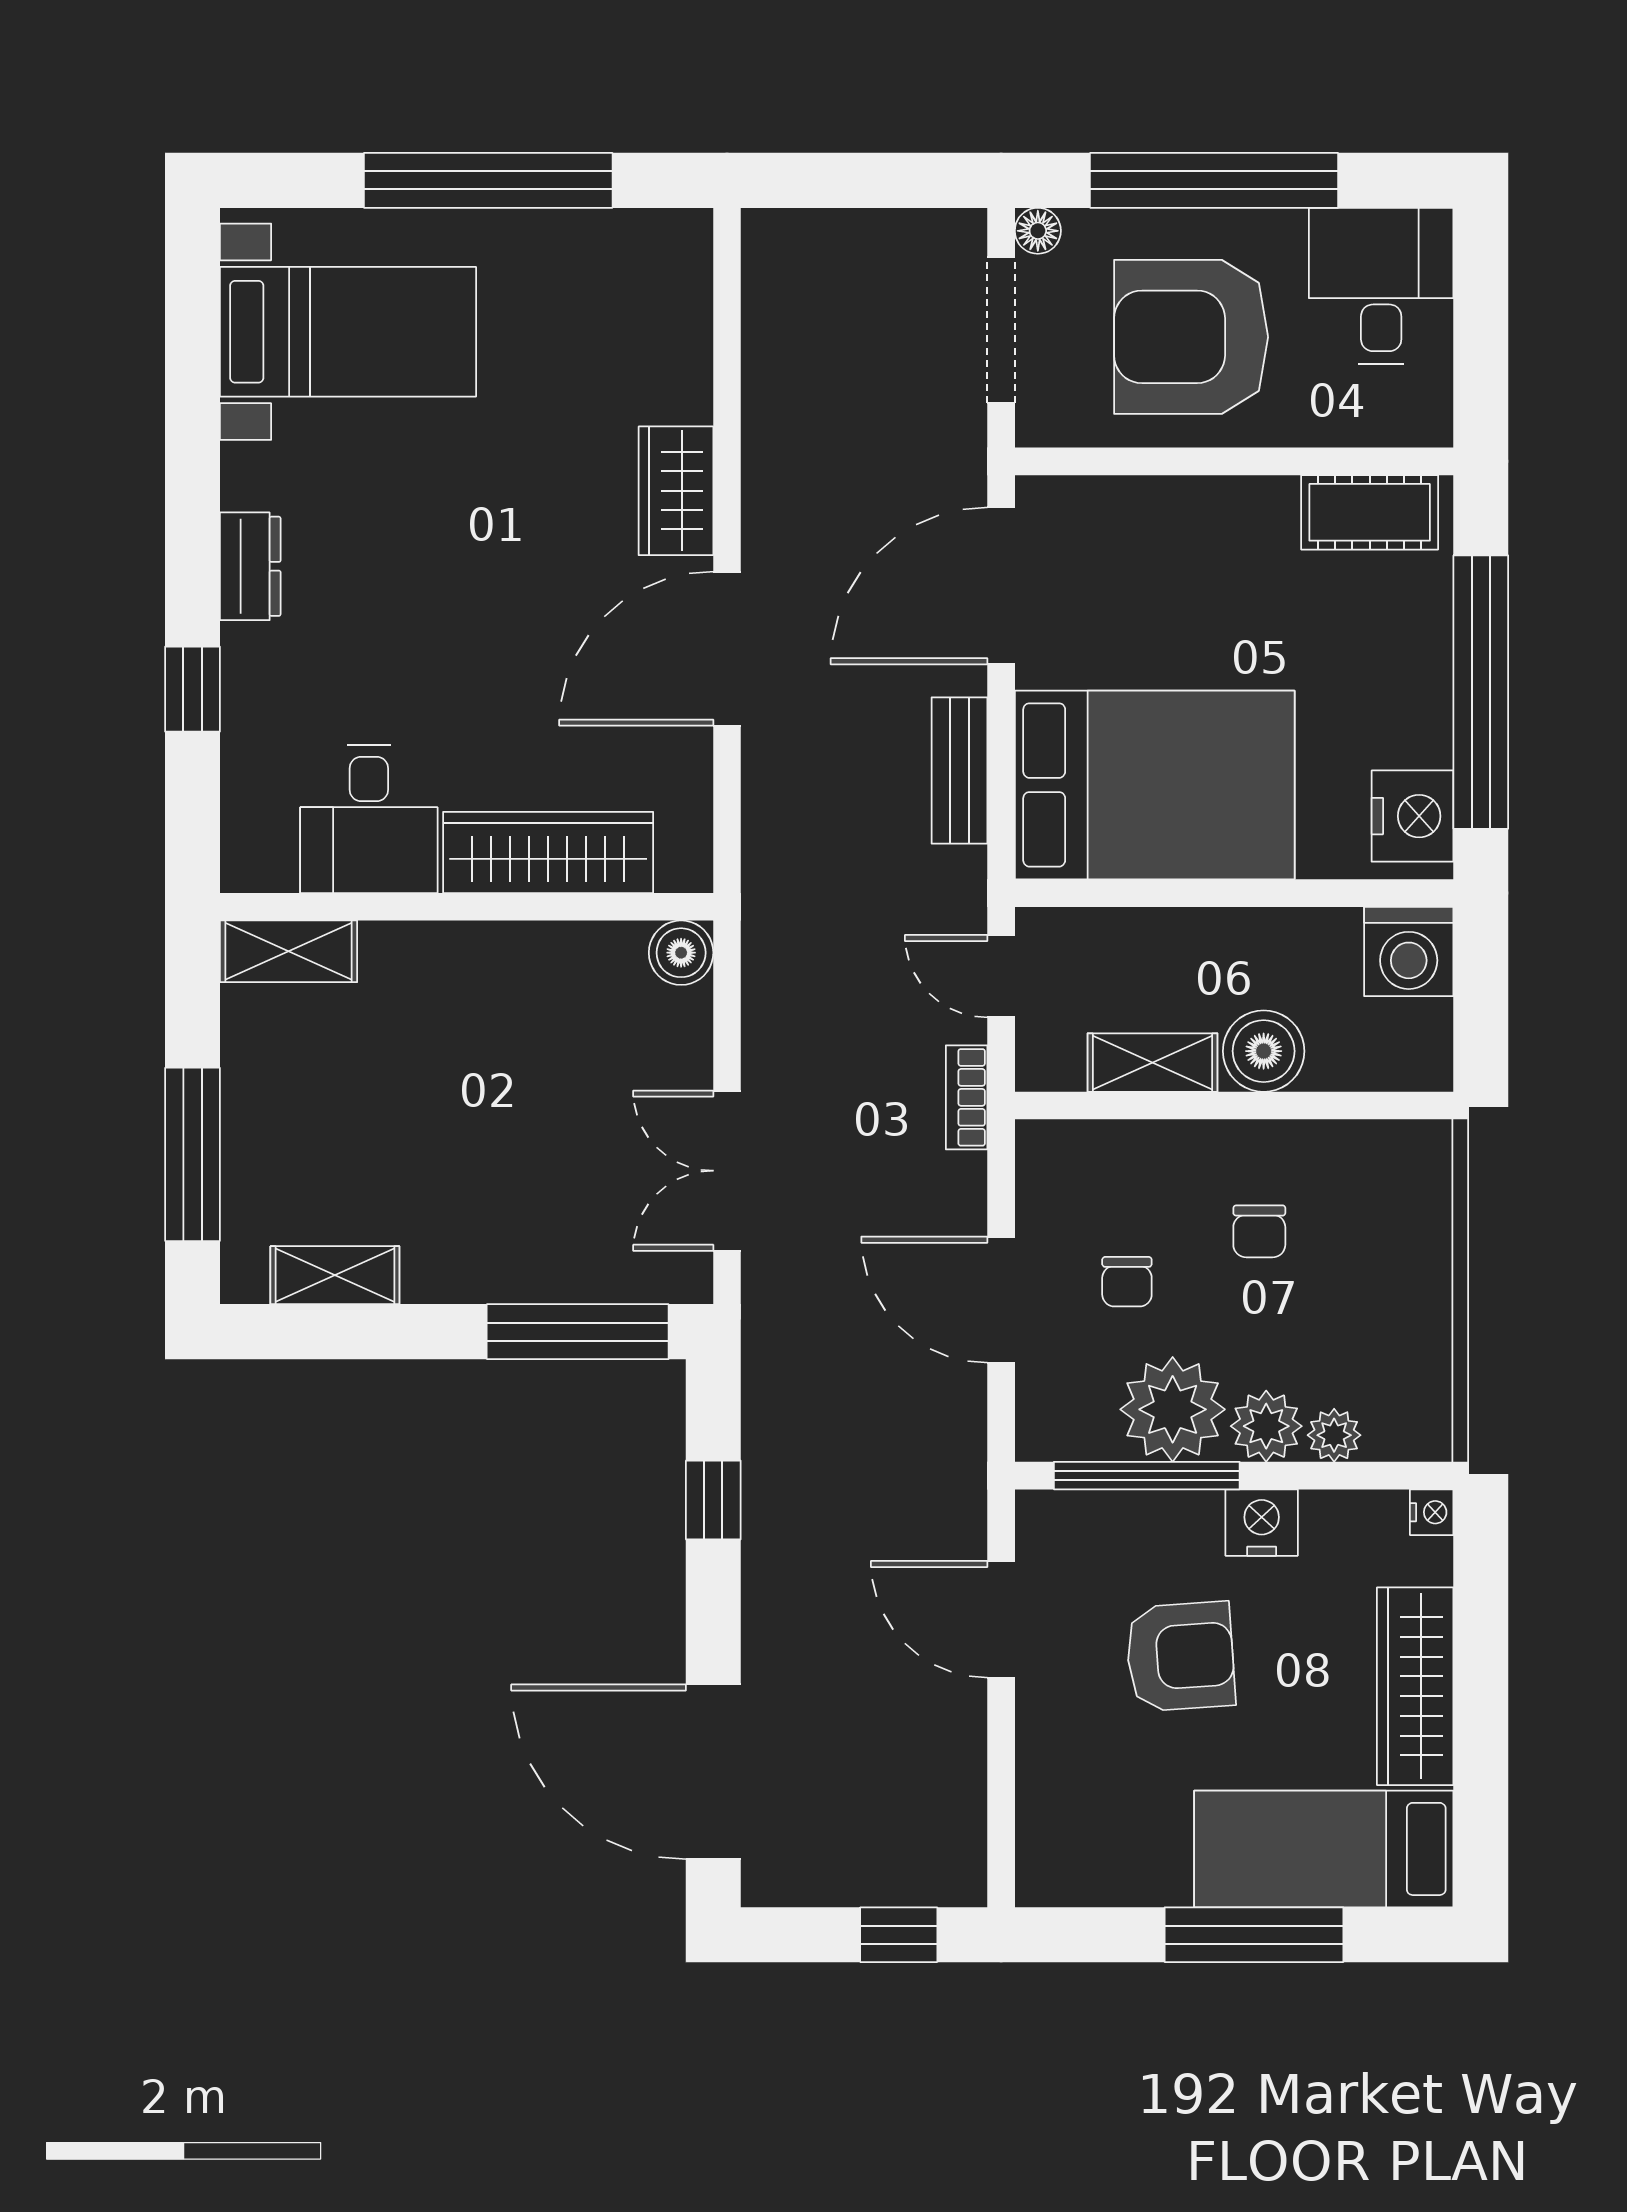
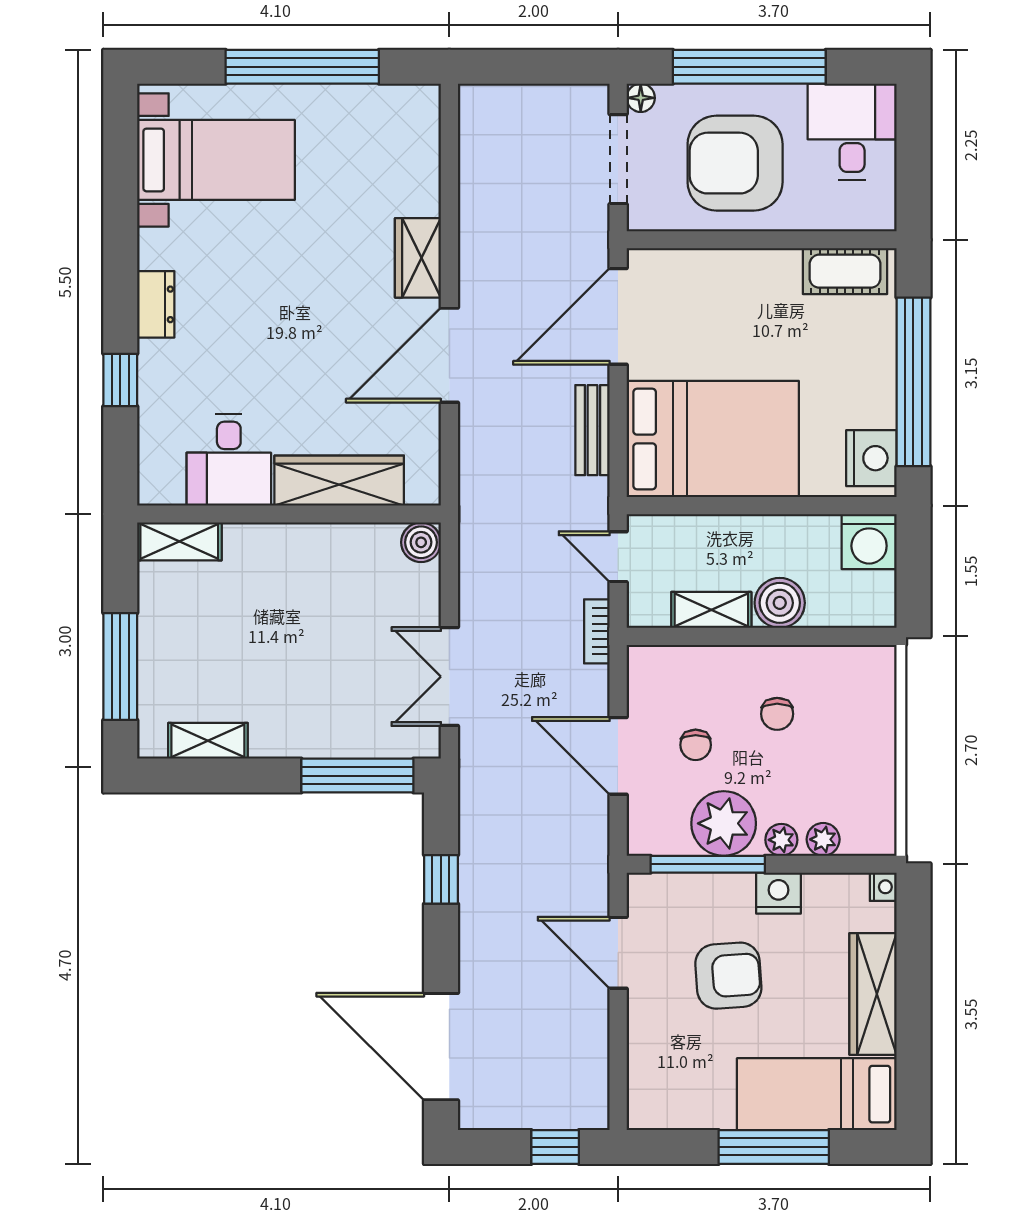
plant: (1266, 1426) -> (781, 840), width x0.73, depth x0.73

